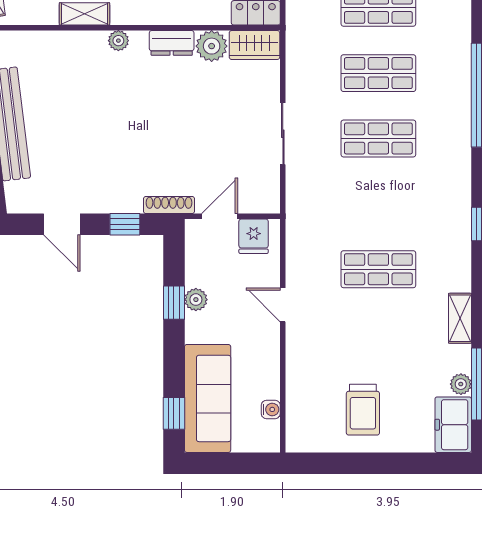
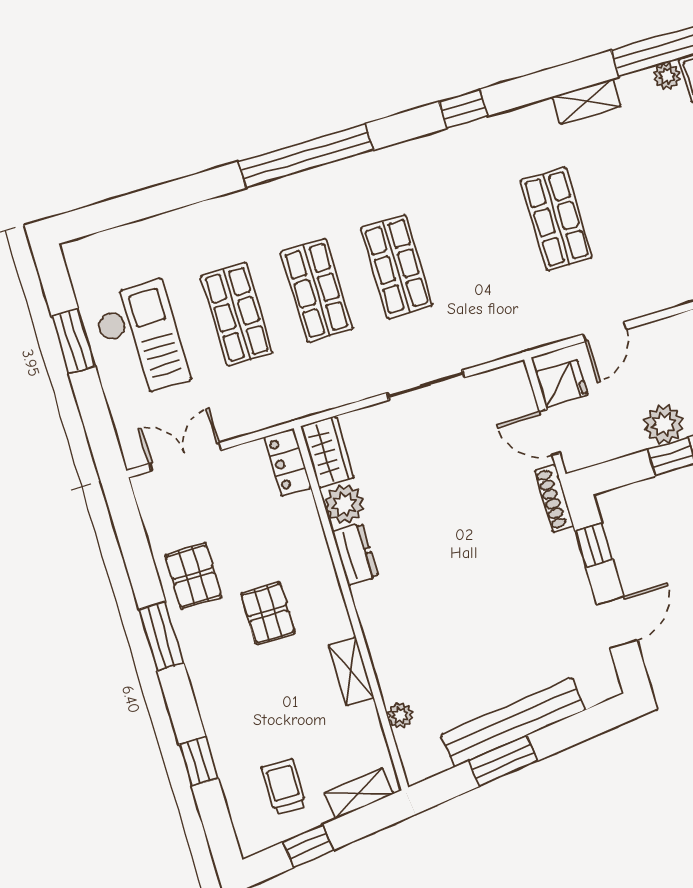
plant: (118, 41) -> (400, 715), moved
plant: (196, 300) -> (664, 424), width x1.38, depth x1.38
door: (283, 305) -> (605, 332), moved

